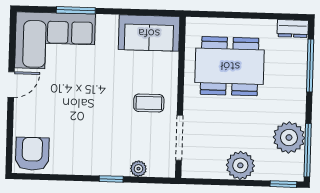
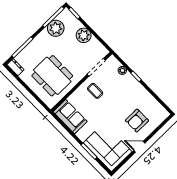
armchair: (32, 154) -> (137, 121), moved

